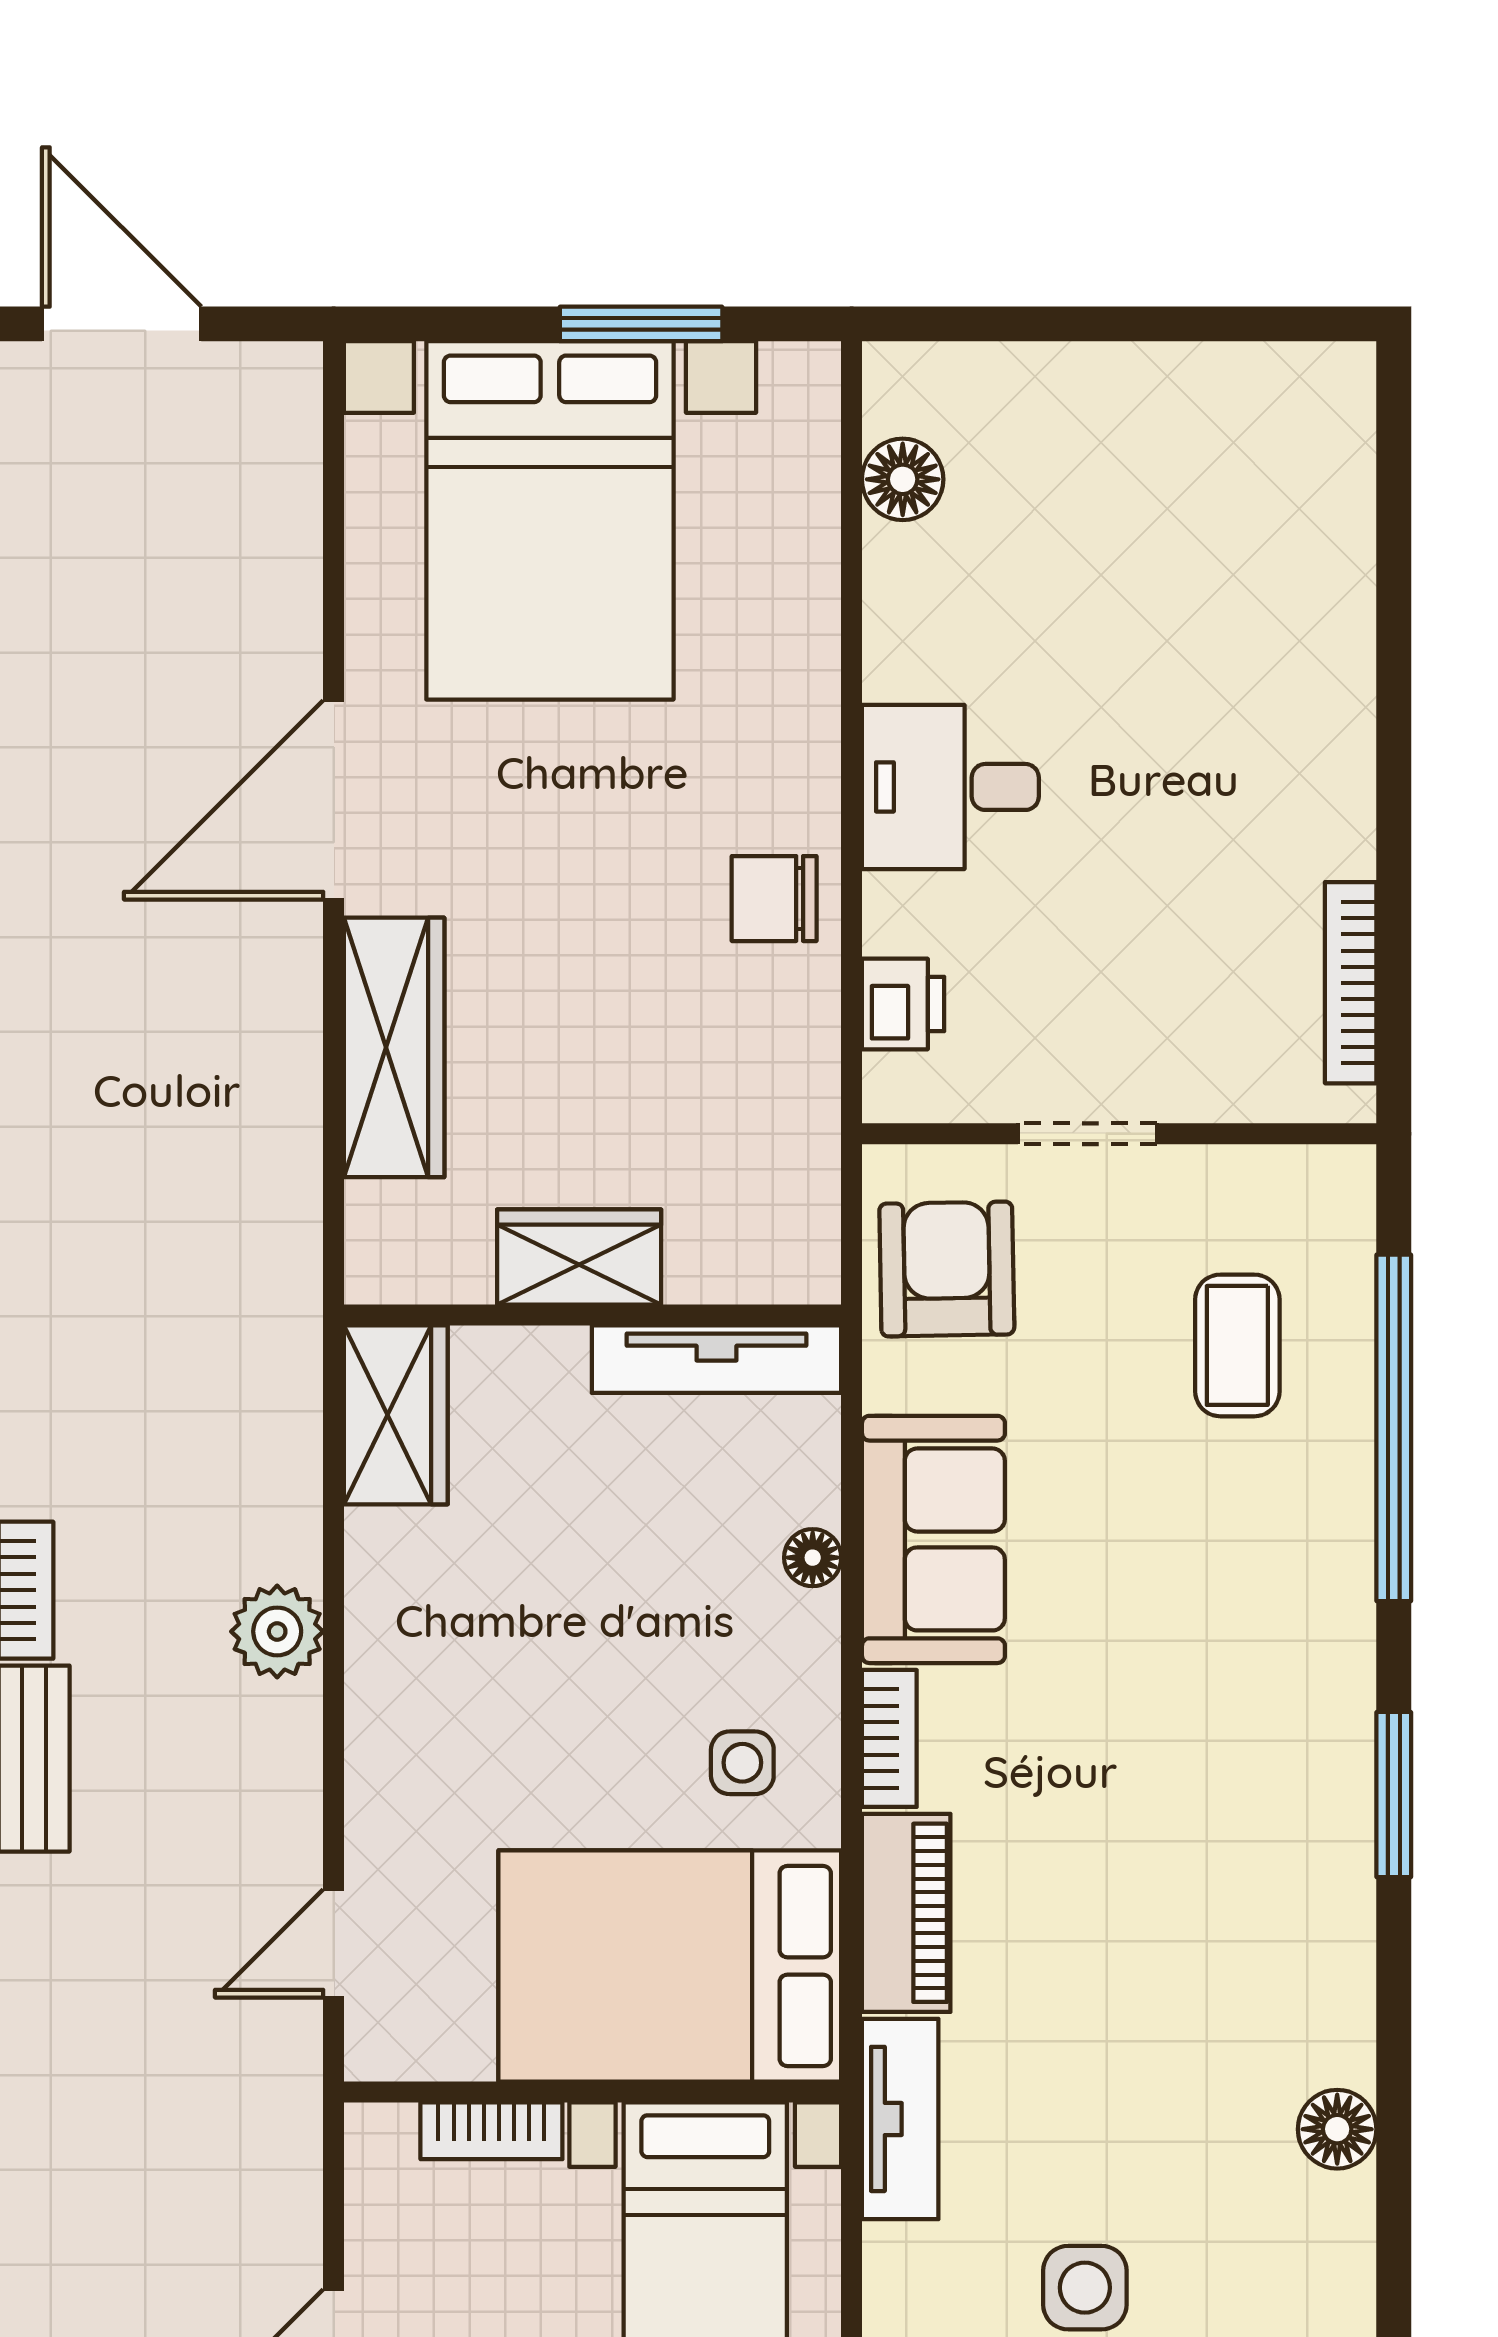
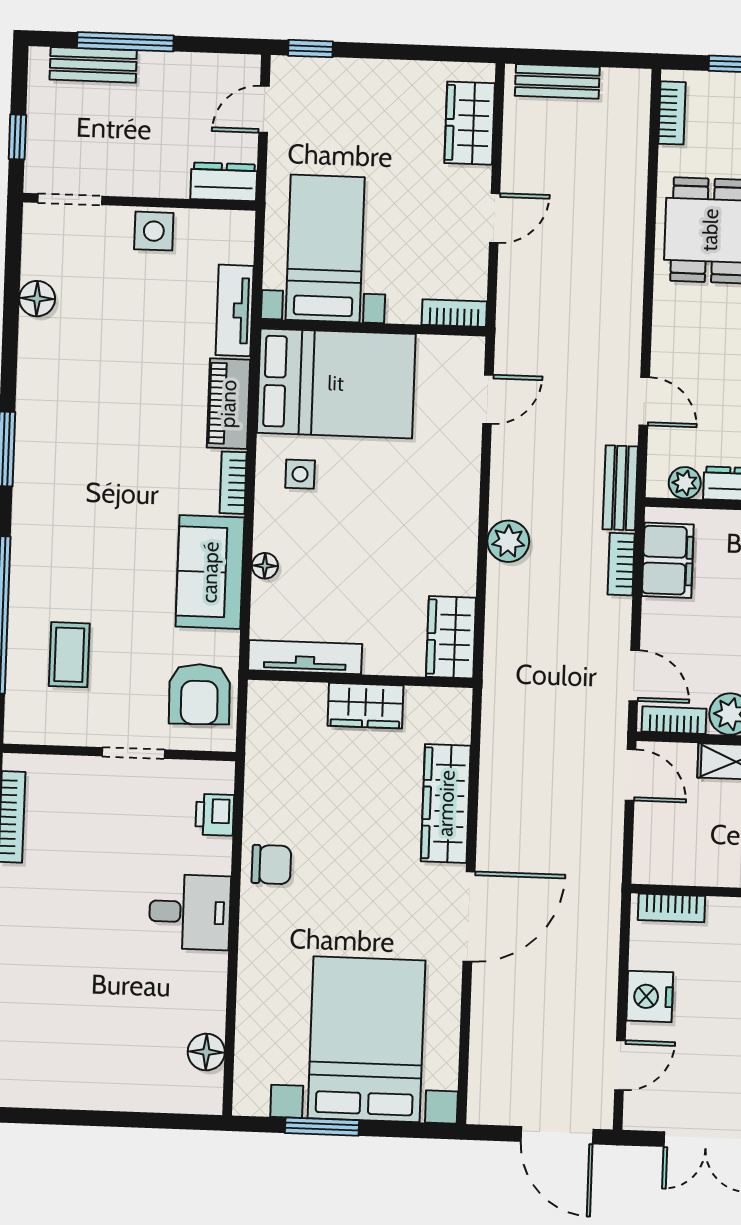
bookcase: (491, 2131) -> (454, 313), moved

